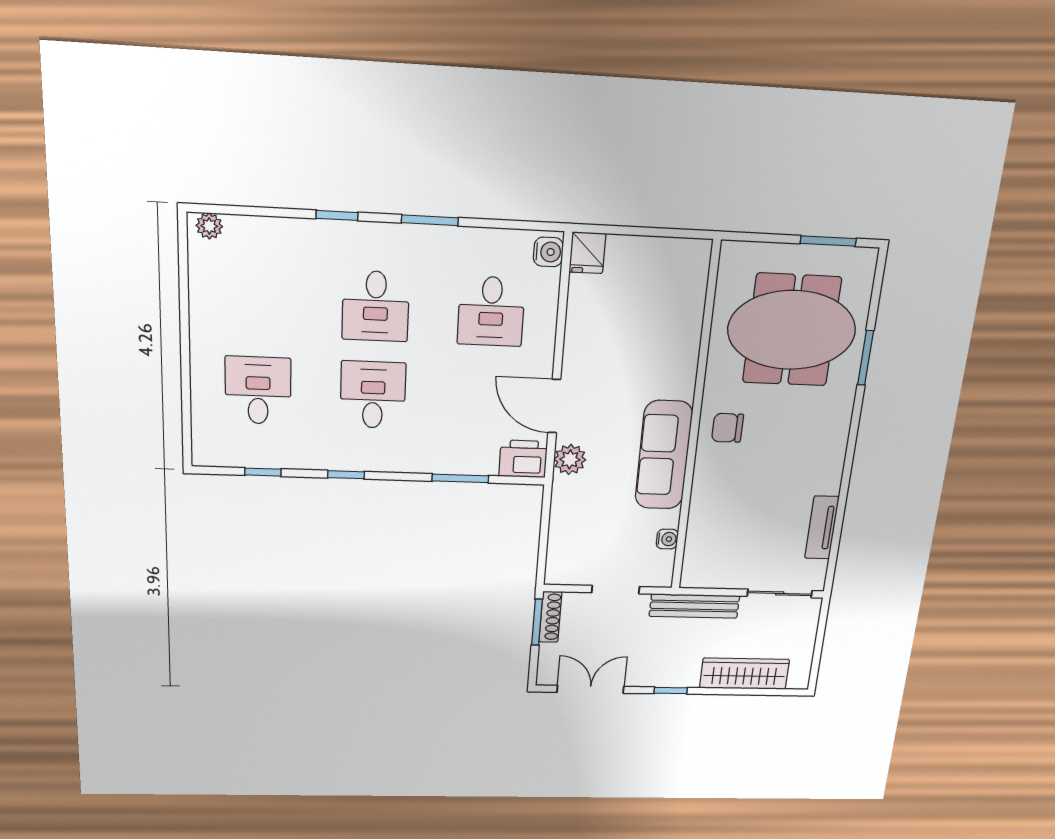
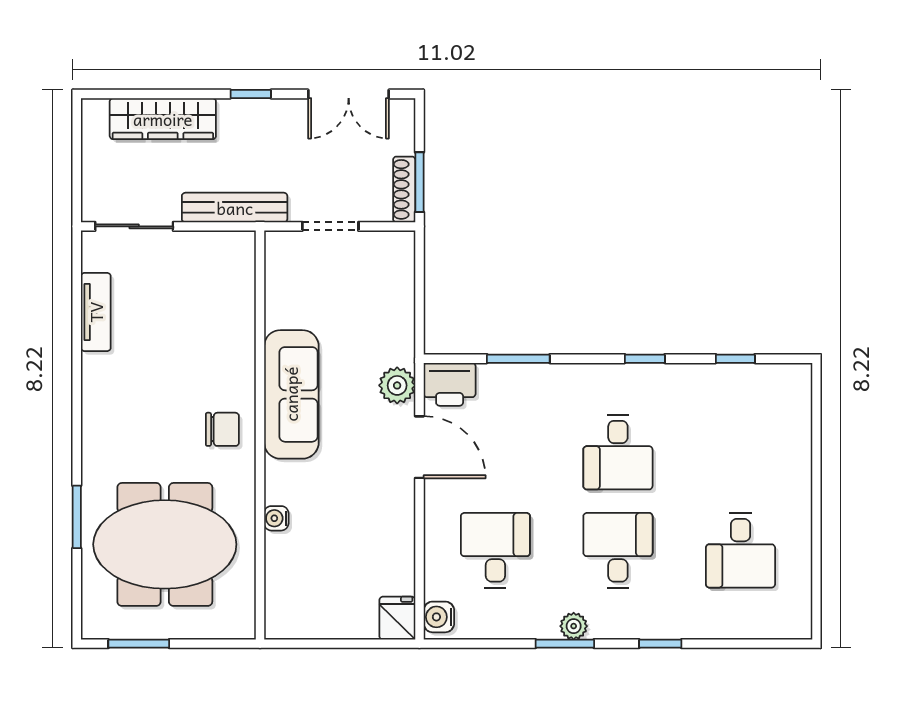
plant: (209, 226) -> (574, 626), moved
desk: (258, 390) -> (740, 550), moved
water cooler: (667, 539) -> (276, 518), moved

